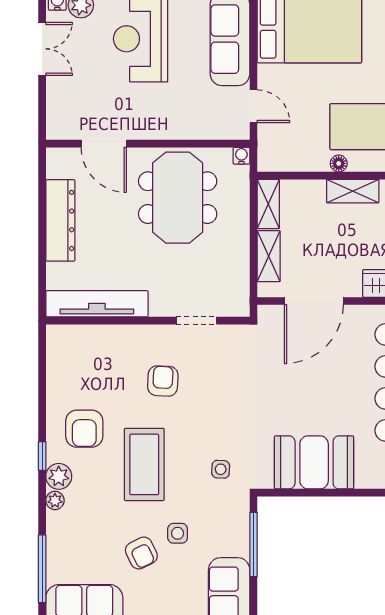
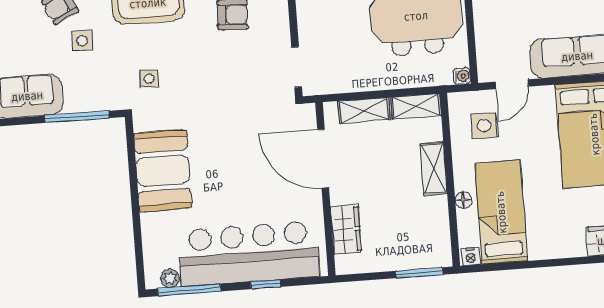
side table: (293, 137) -> (484, 126), added
floor lamp: (339, 163) -> (463, 200), moved
shelving: (353, 191) -> (434, 169), moved
doorway: (196, 321) -> (297, 67), moved

